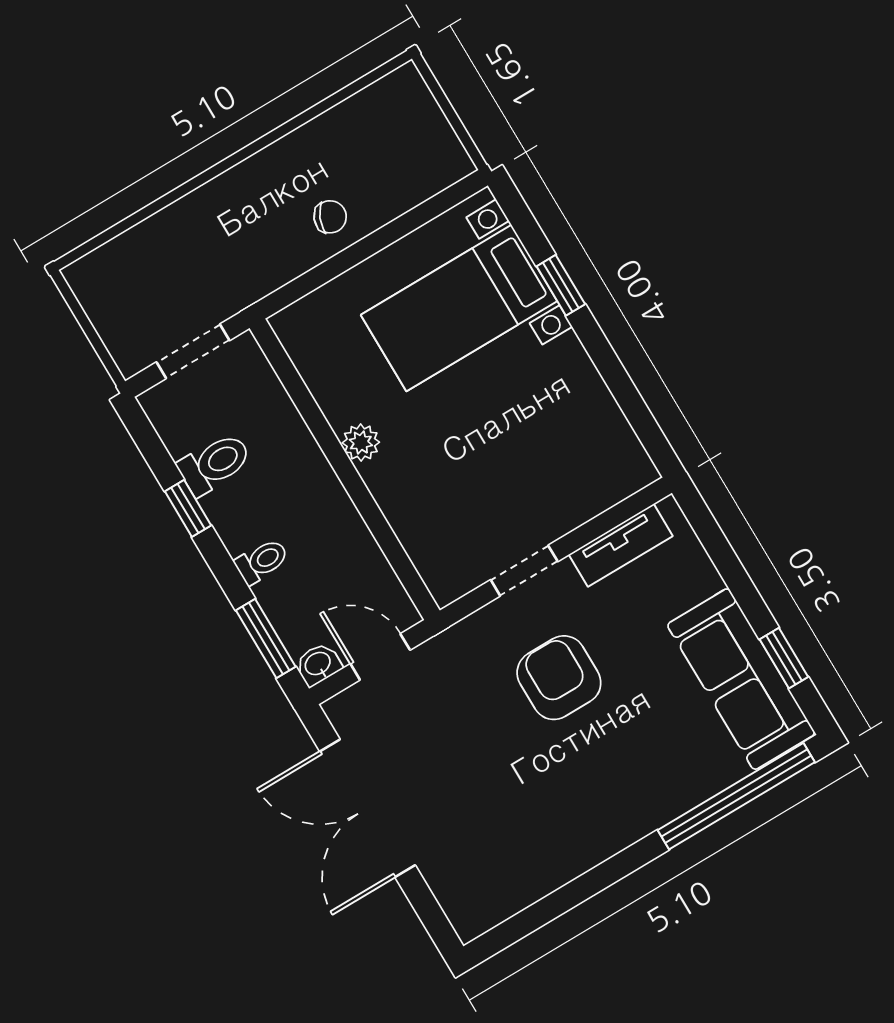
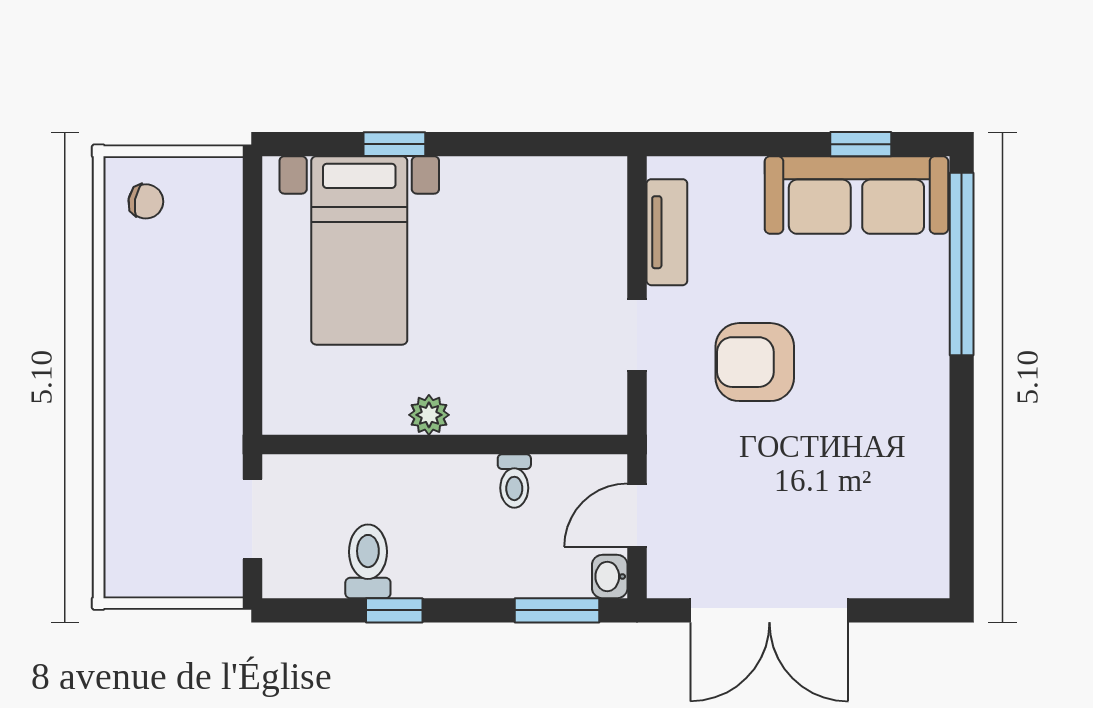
chair: (330, 217) -> (146, 201), moved, turned 77
toilet: (262, 561) -> (514, 481), moved, turned 180

